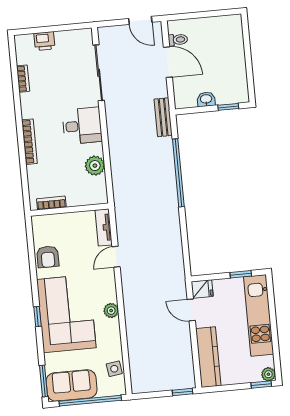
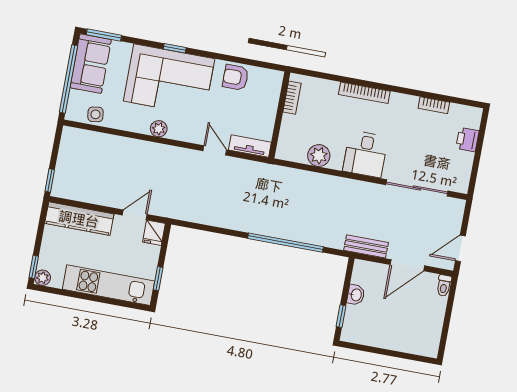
toilet: (178, 40) -> (444, 286), moved
bench: (163, 117) -> (366, 246), moved

